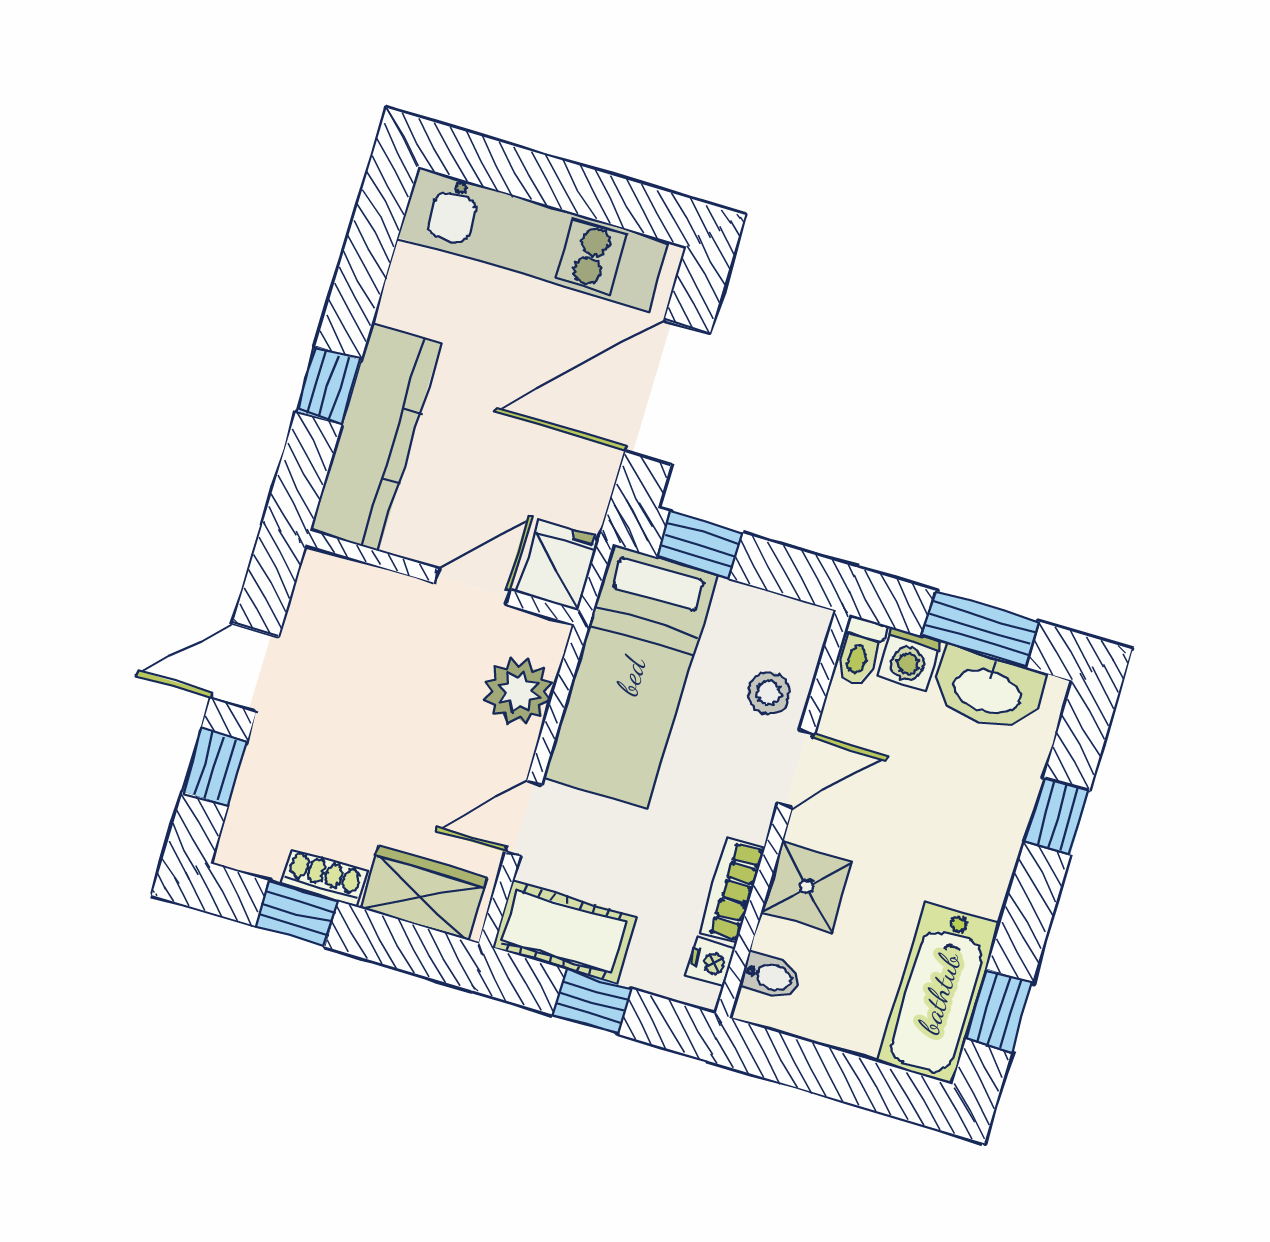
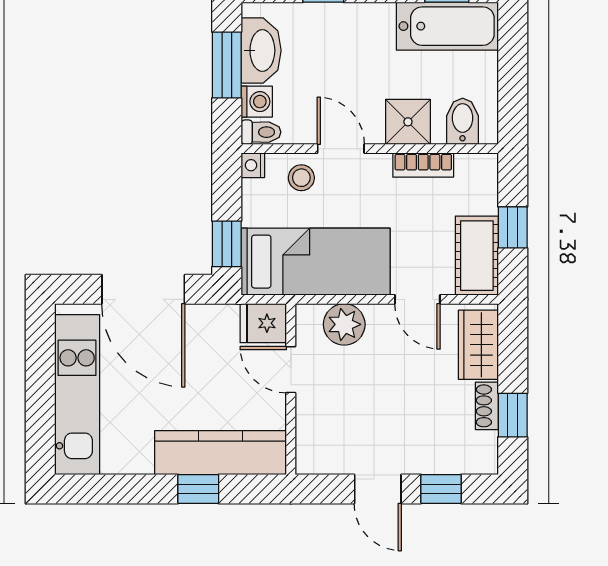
nightstand: (711, 962) -> (253, 165), moved, turned -90
bidet: (771, 977) -> (463, 121), width x1.38, depth x1.36

